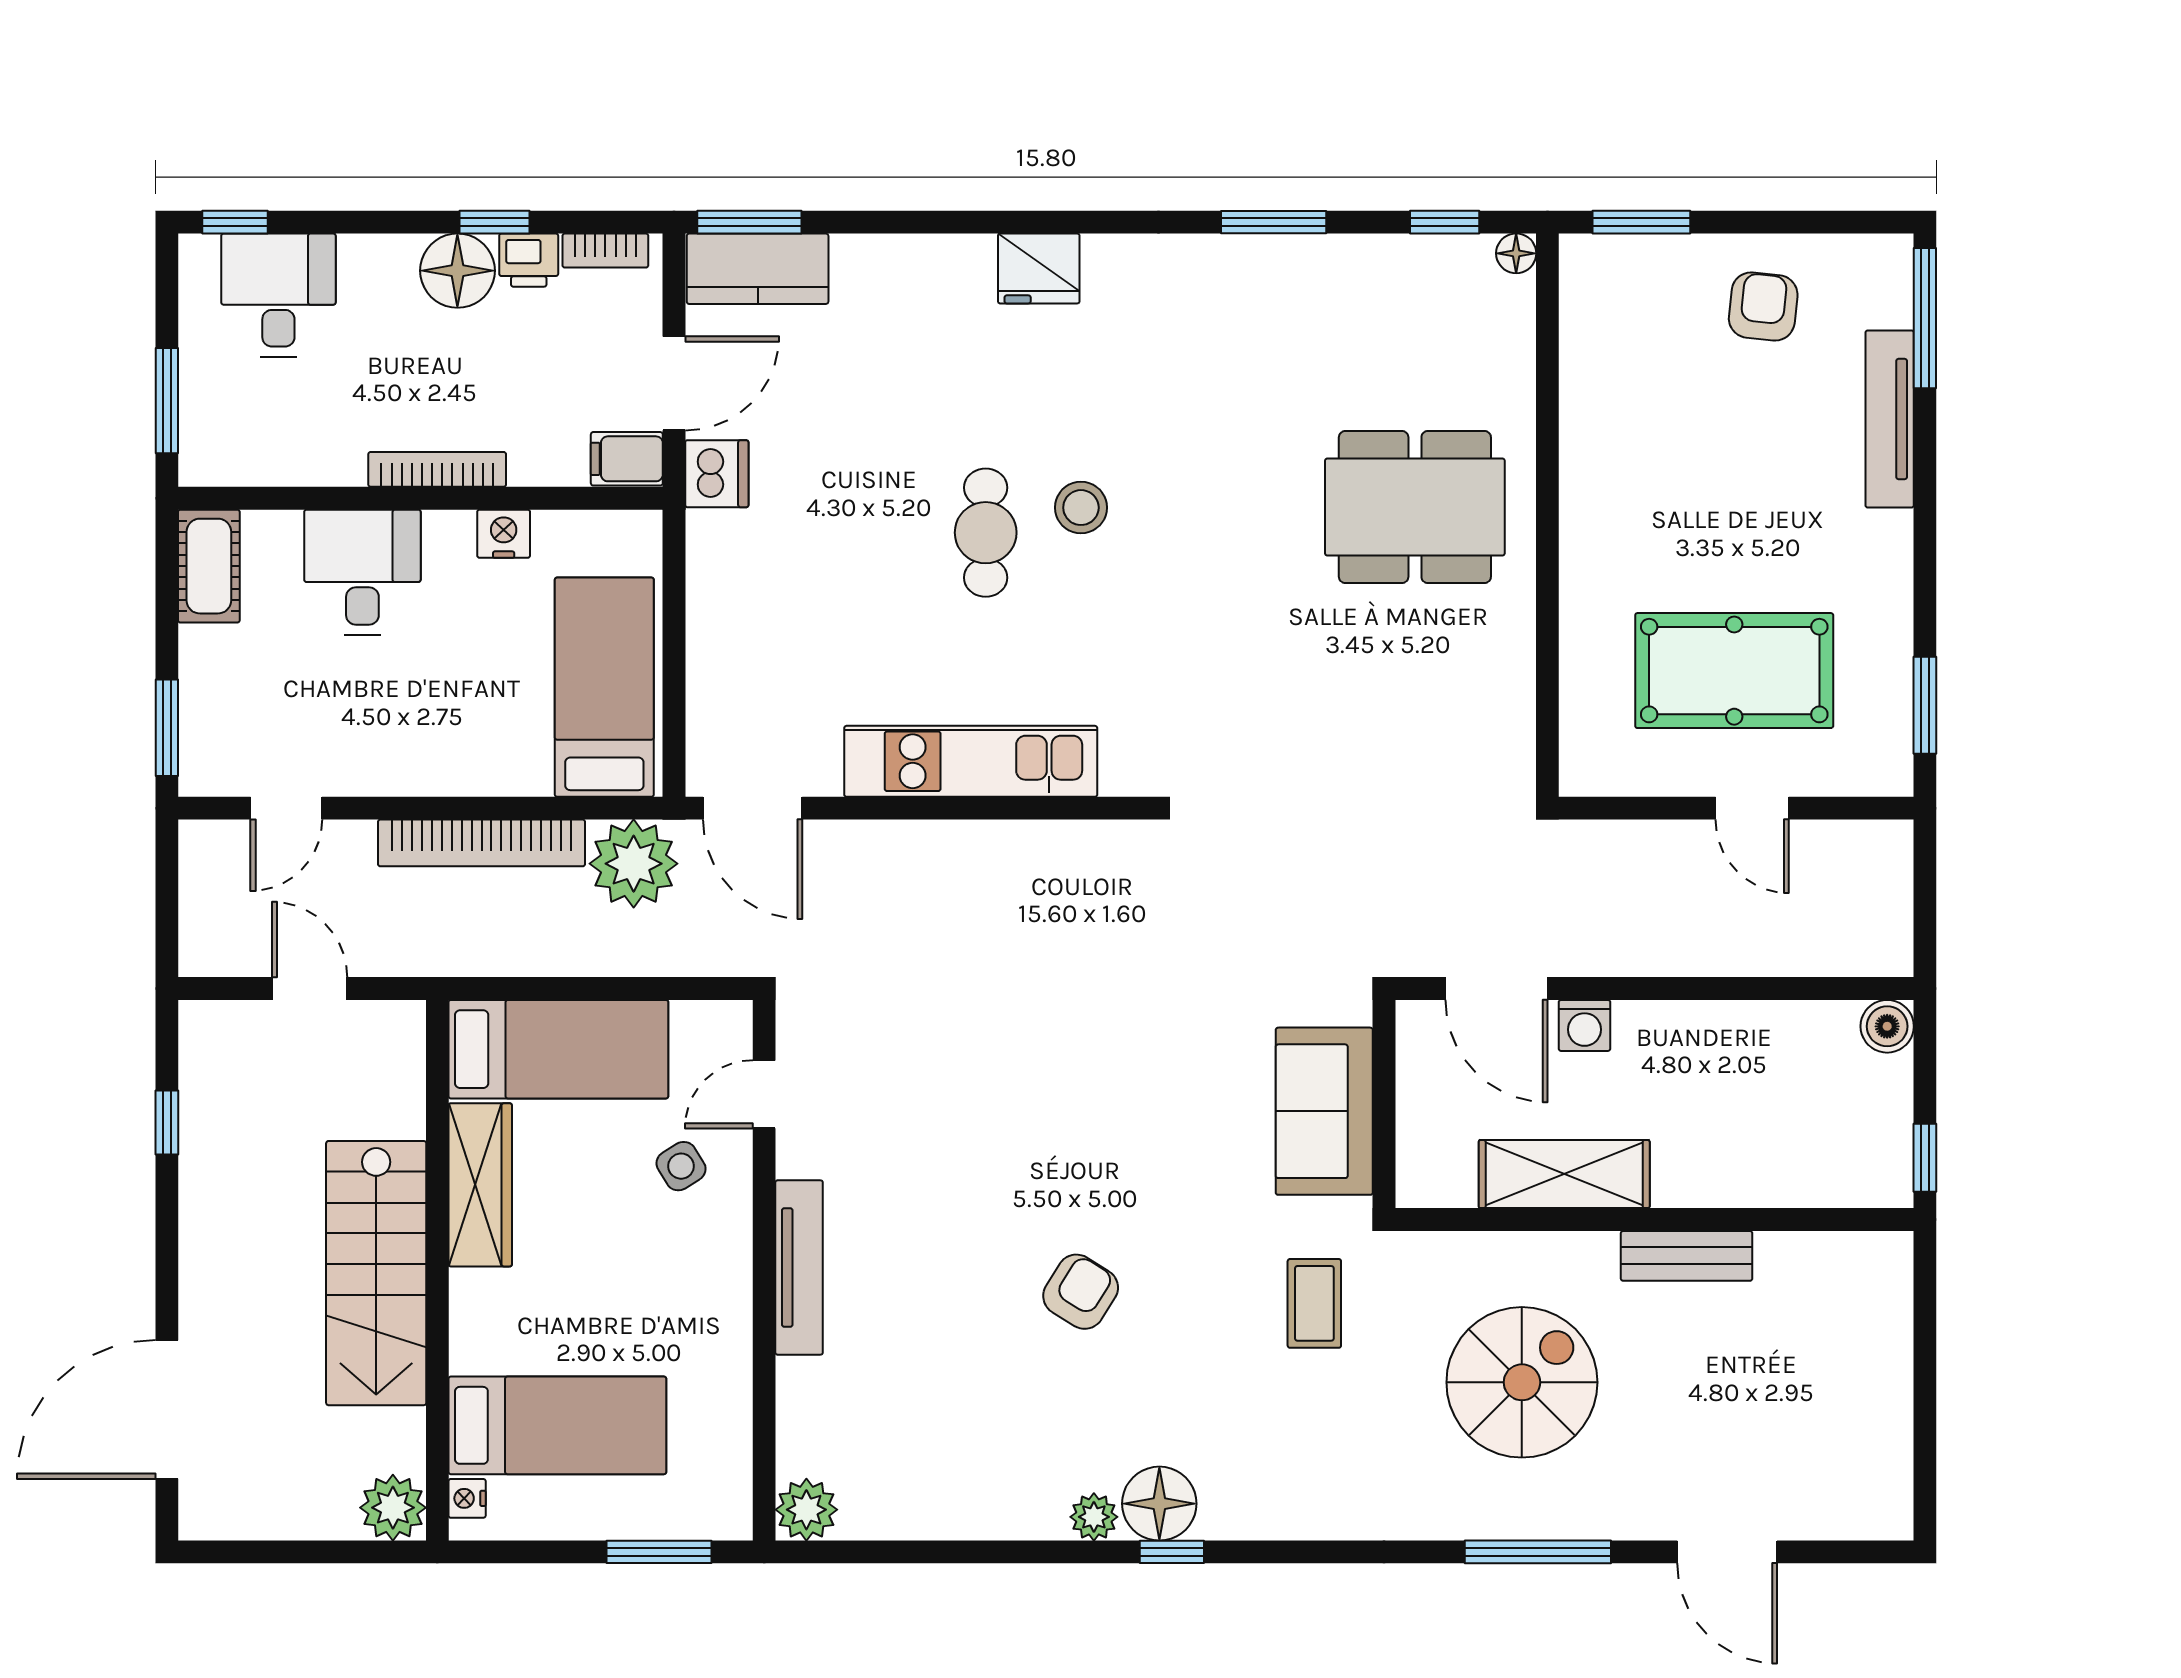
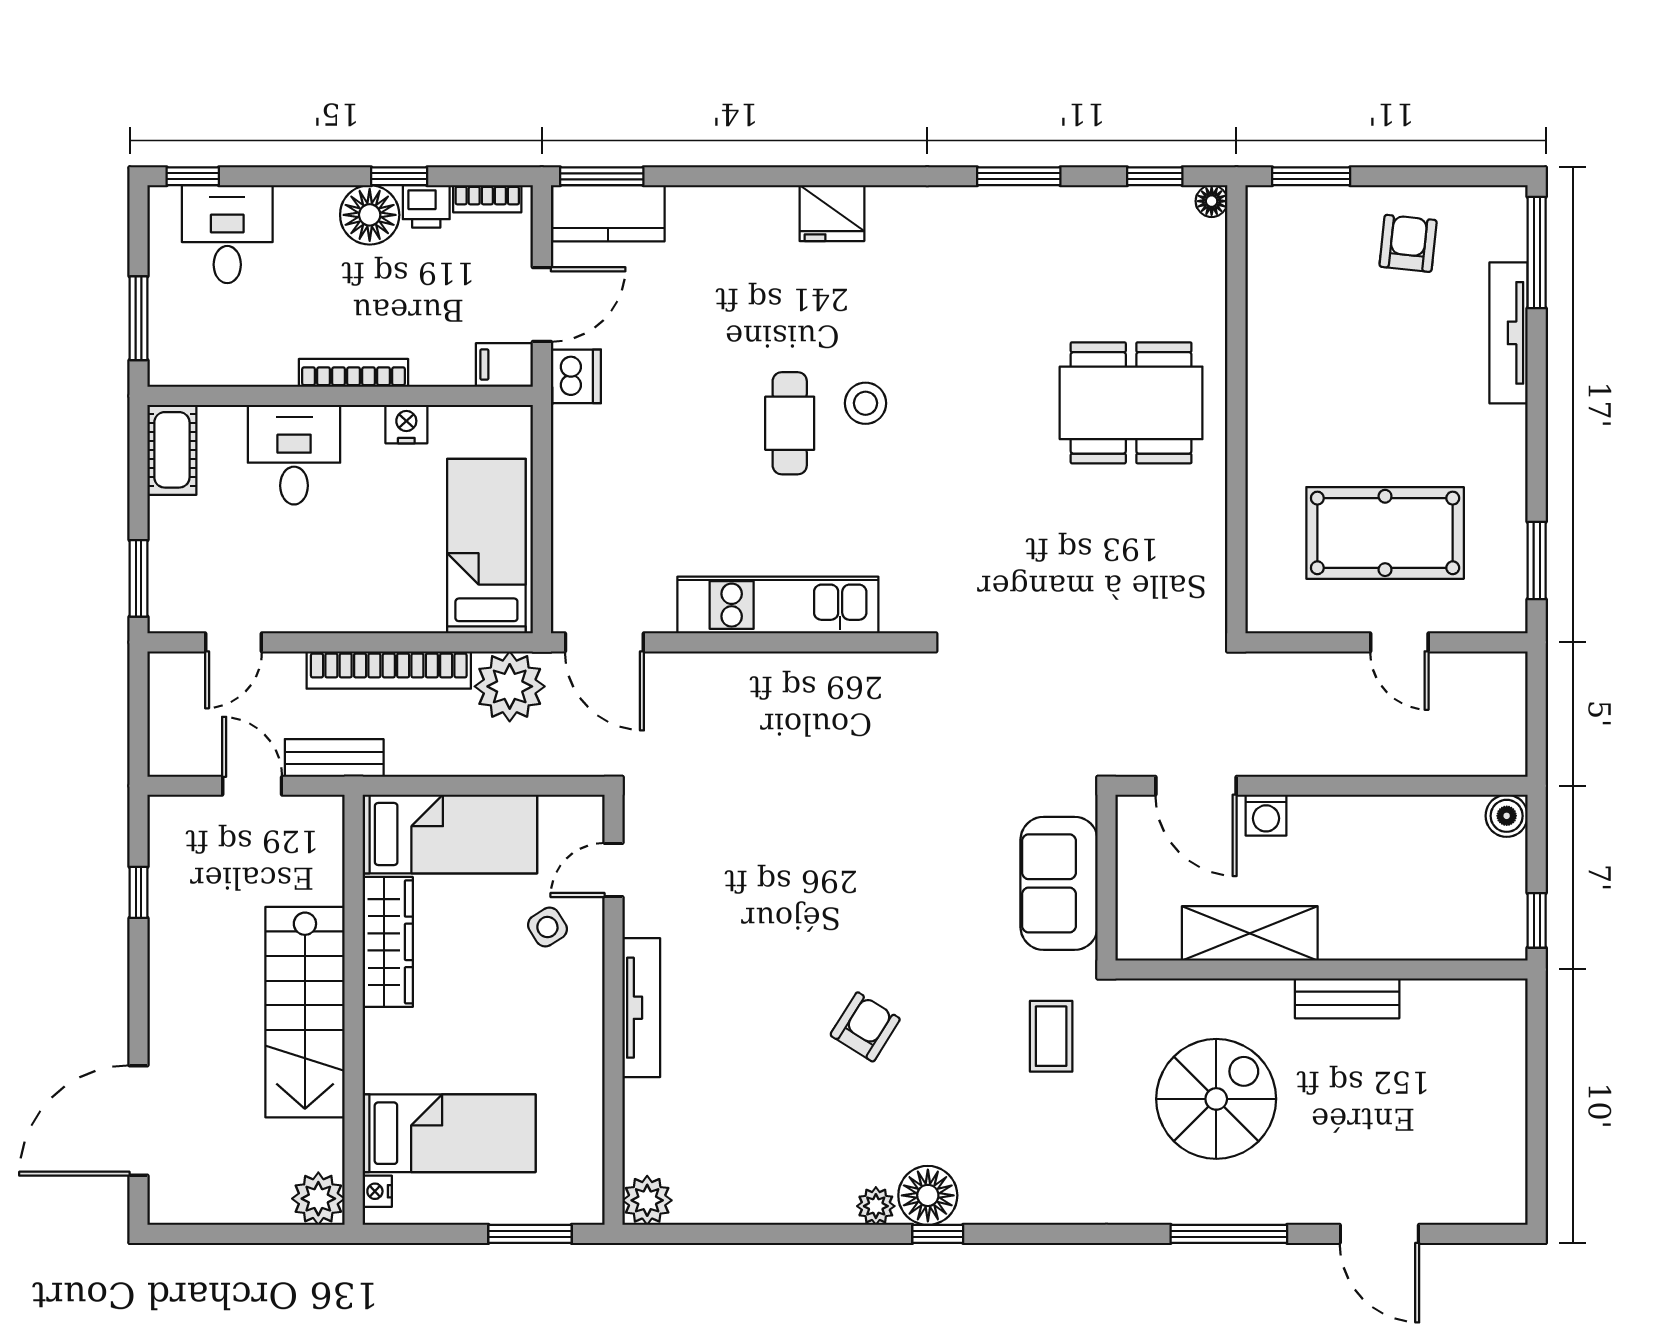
bench: (413, 953) -> (334, 758), added

